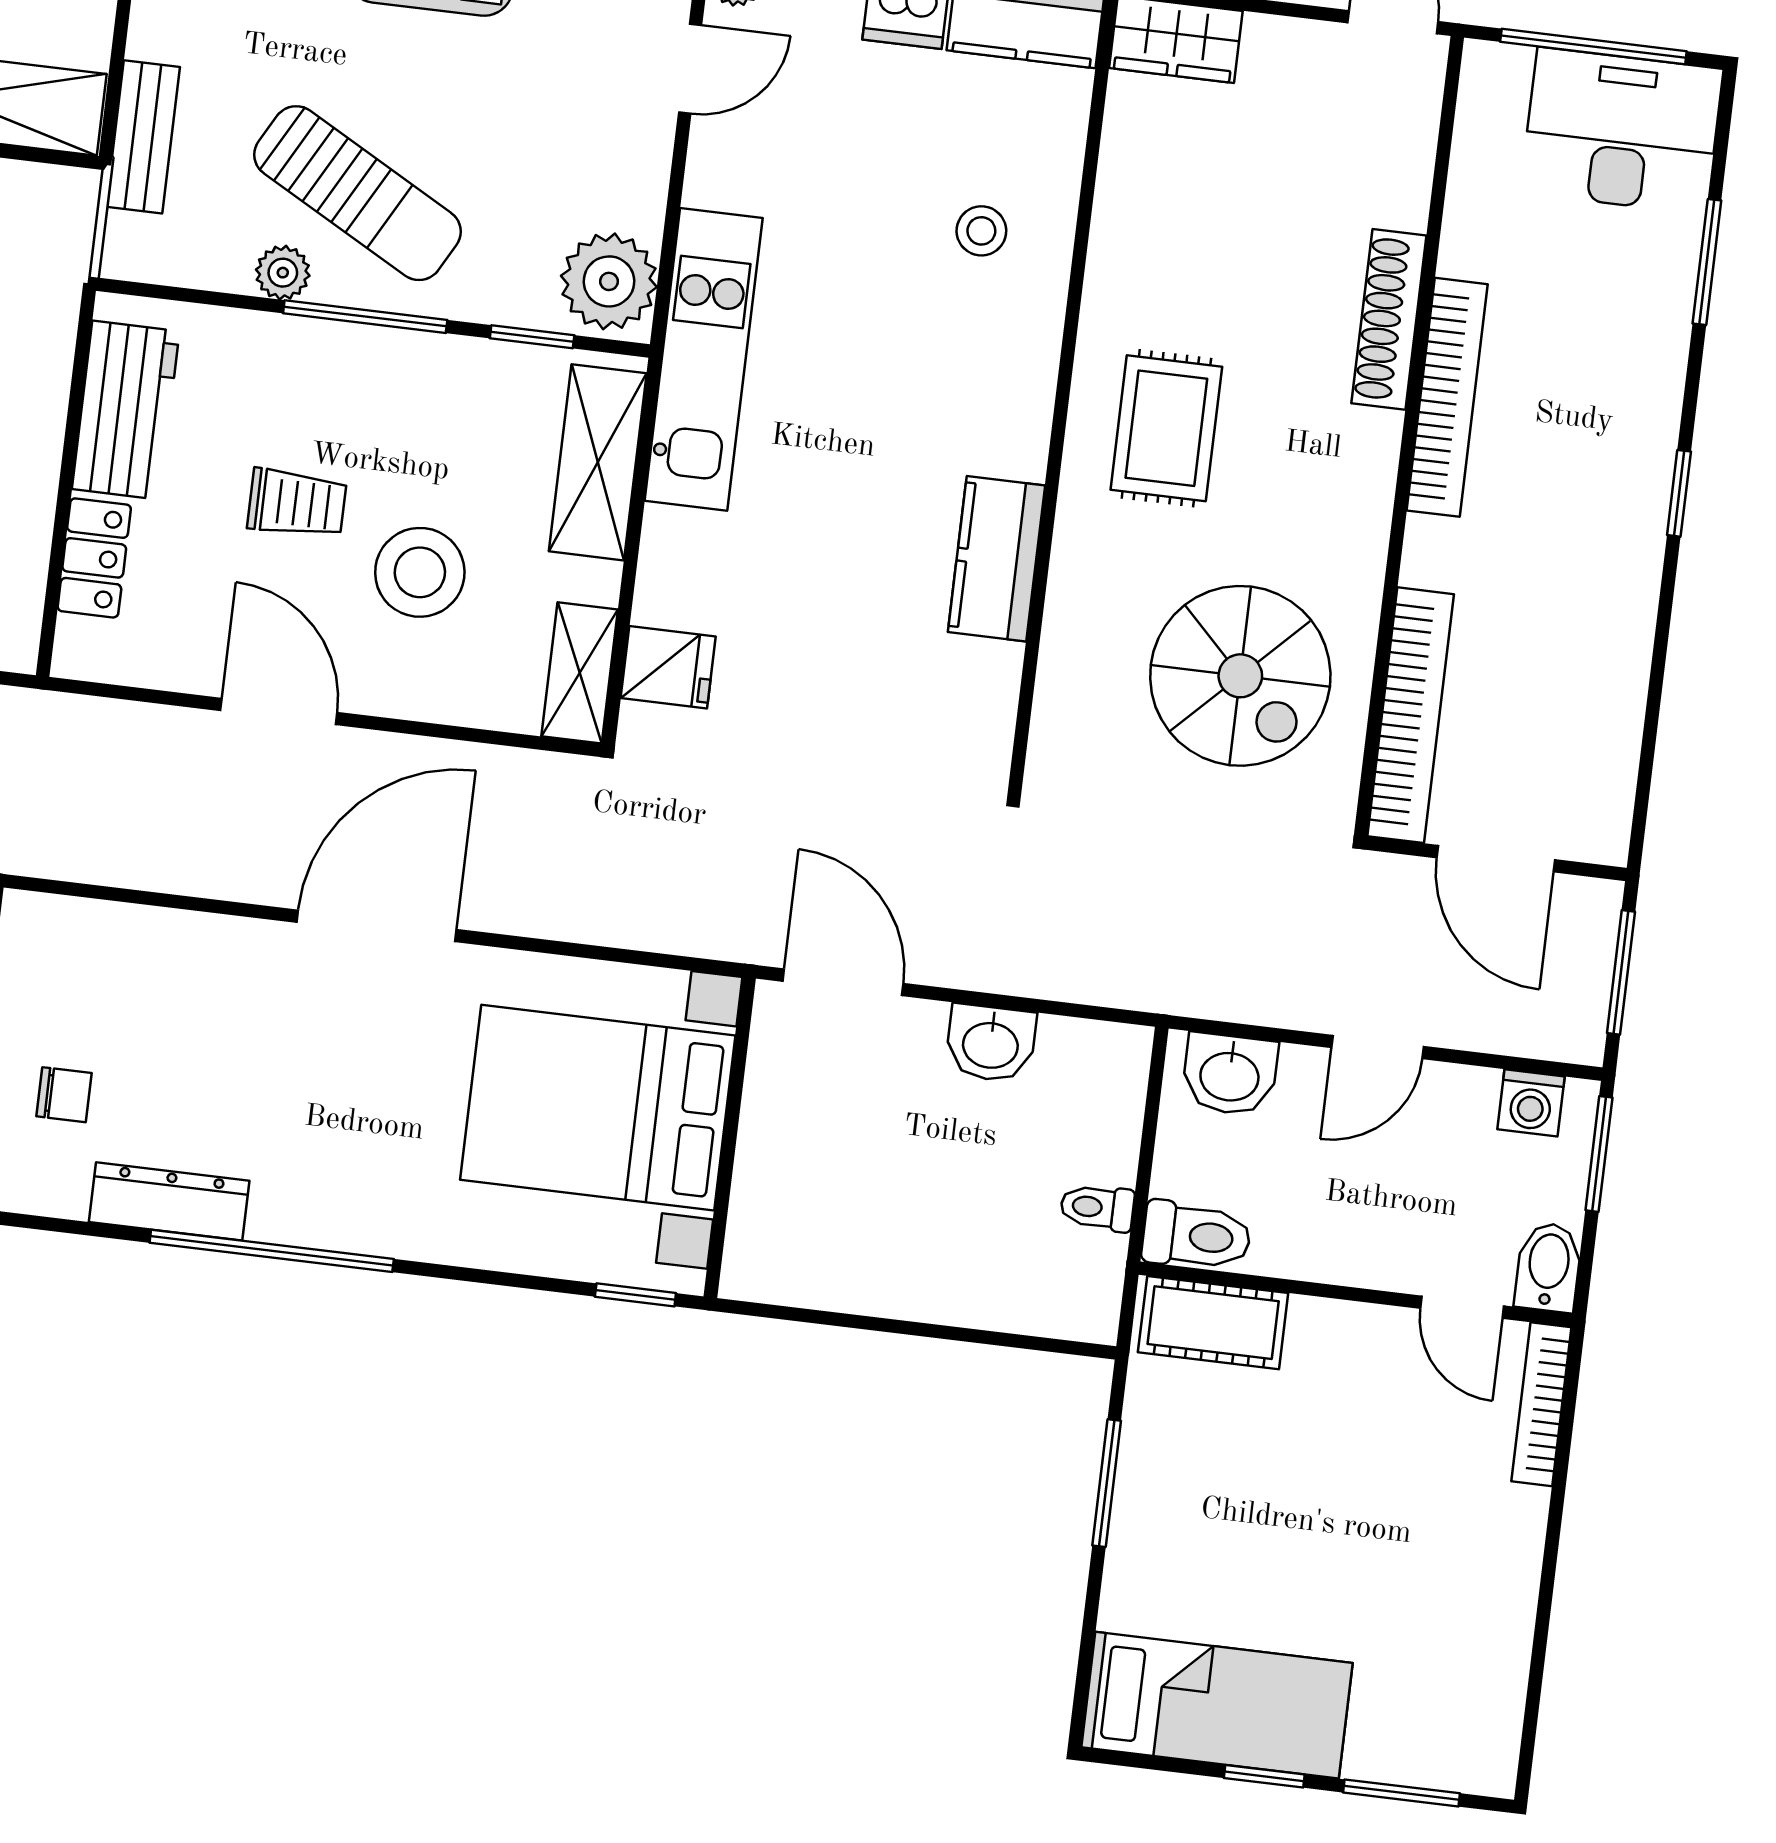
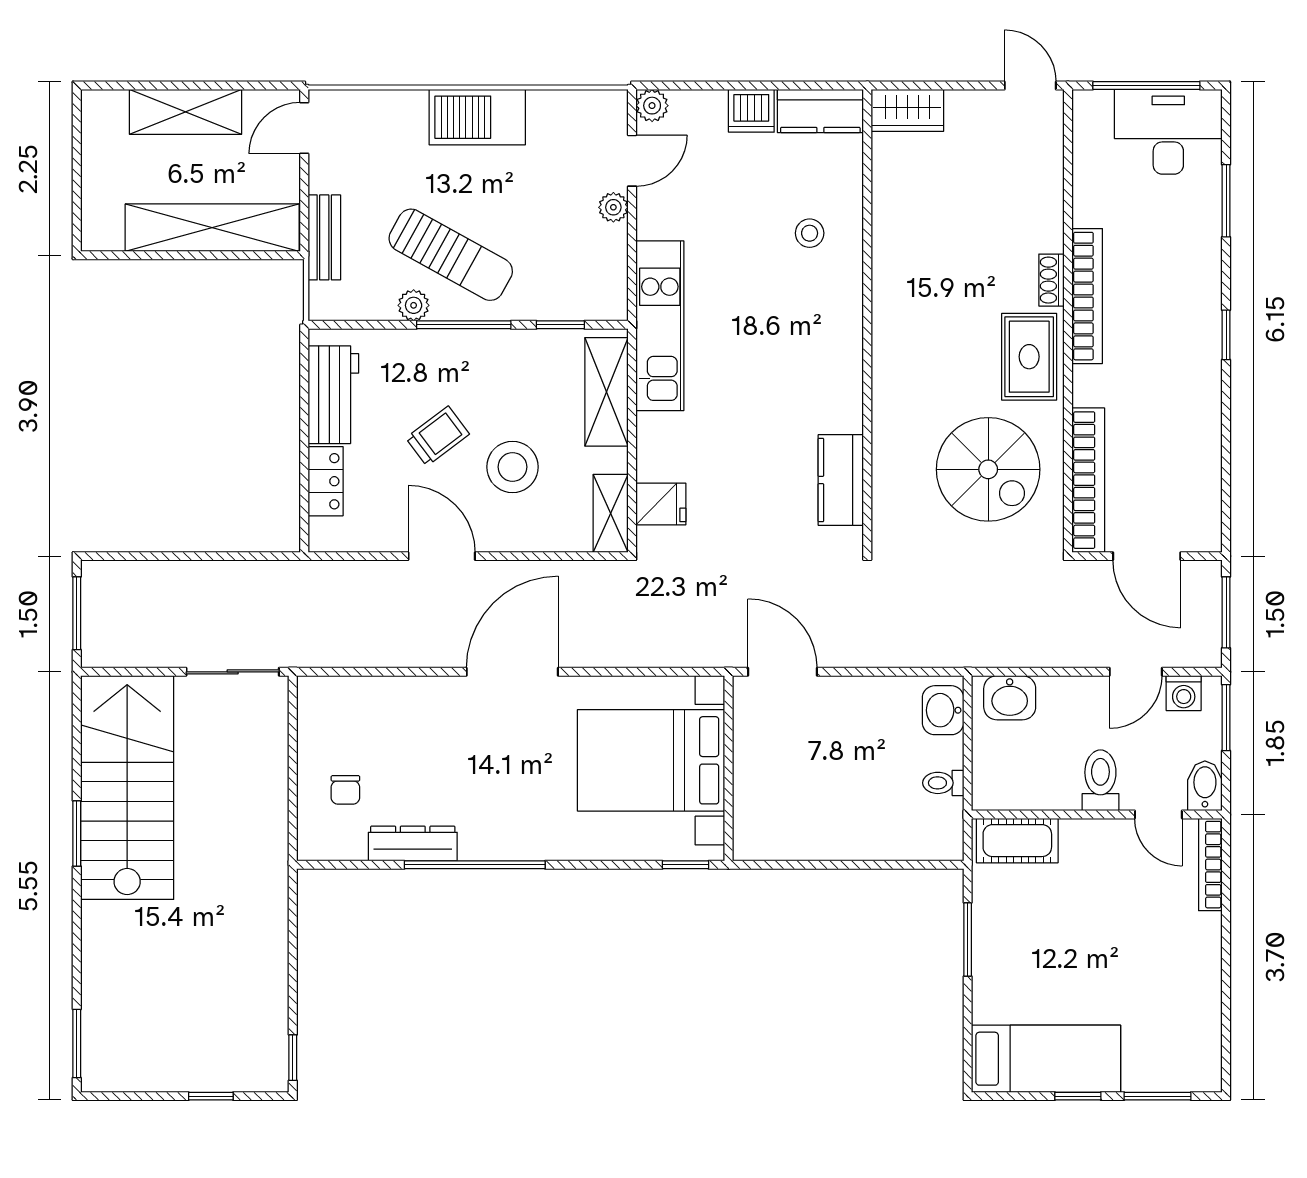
plant: (609, 281) -> (613, 207), moved, width x0.53, depth x0.53
shoe rack: (1389, 319) -> (1051, 280), width x0.51, depth x0.81
rug: (1166, 428) -> (1029, 357), moved
trolley: (297, 503) -> (438, 436), turned -37
kitchen counter: (996, 559) -> (841, 480), moved
washbasin: (991, 1043) -> (943, 710), moved, turned 90
door: (1378, 1047) -> (1136, 672), moved
chair: (64, 1095) -> (345, 790), turned 90
toilet: (1196, 1236) -> (1100, 780), moved, turned -90

